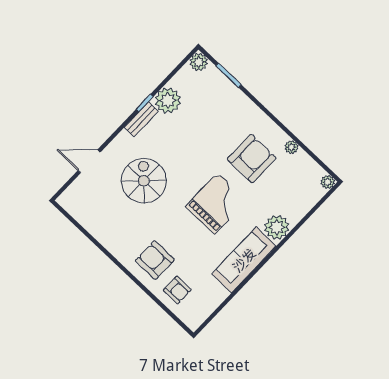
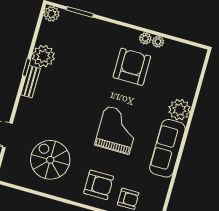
spiral stairs: (144, 181) -> (50, 160), moved
plant: (328, 182) -> (145, 38), moved
grand piano: (216, 203) -> (117, 130), moved
armchair: (155, 260) -> (99, 185), turned 180

